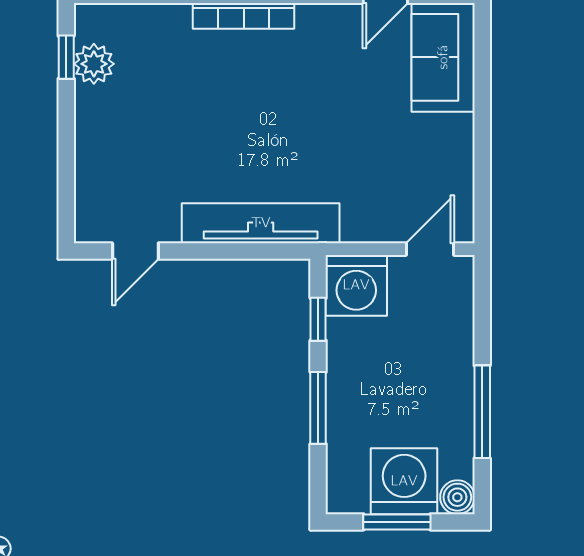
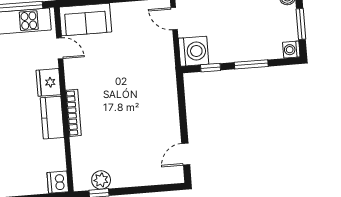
tv unit: (261, 223) -> (168, 98), removed
door: (135, 251) -> (186, 154), swing flipped
washing machine: (404, 481) -> (291, 50), moved, width x0.53, depth x0.53

